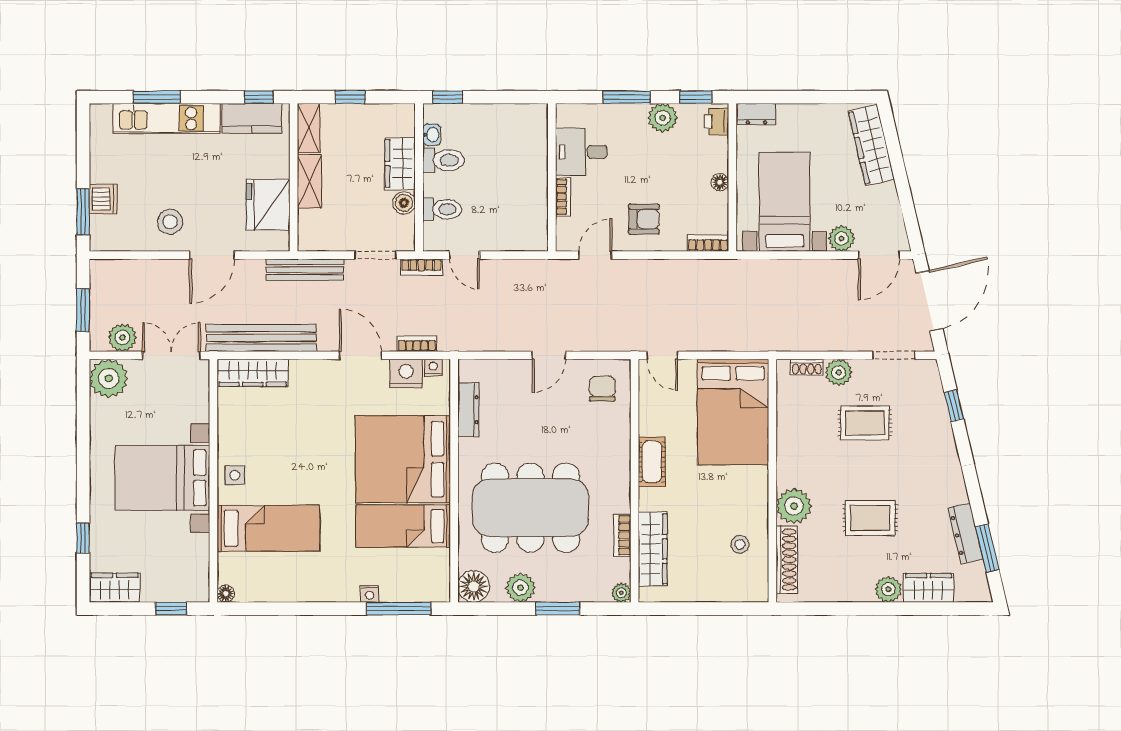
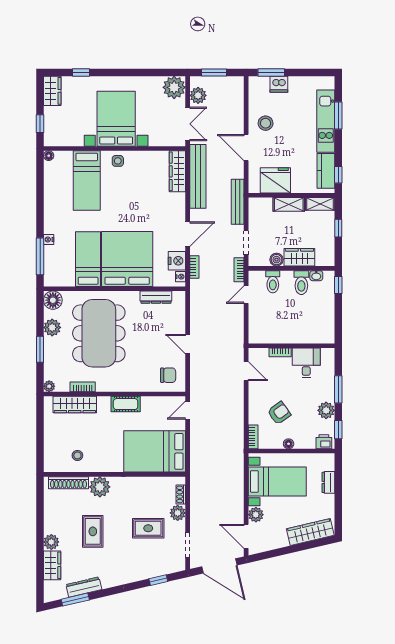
dresser: (756, 114) -> (328, 482), moved
armchair: (644, 219) -> (279, 413), moved, turned -125
rug: (865, 423) -> (148, 528), turned 90

